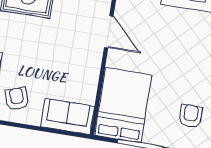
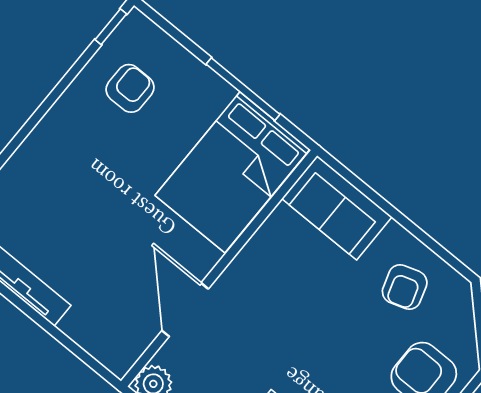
armchair: (191, 116) -> (130, 88), turned 180

